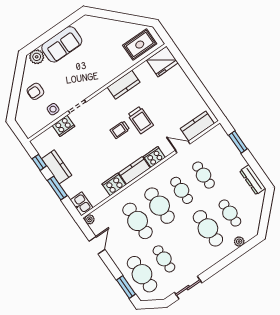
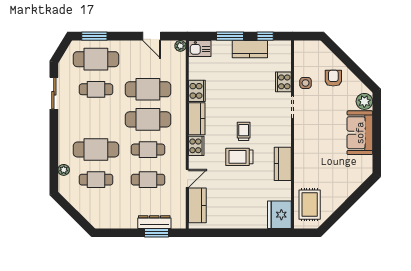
dresser: (253, 180) -> (154, 222), moved

